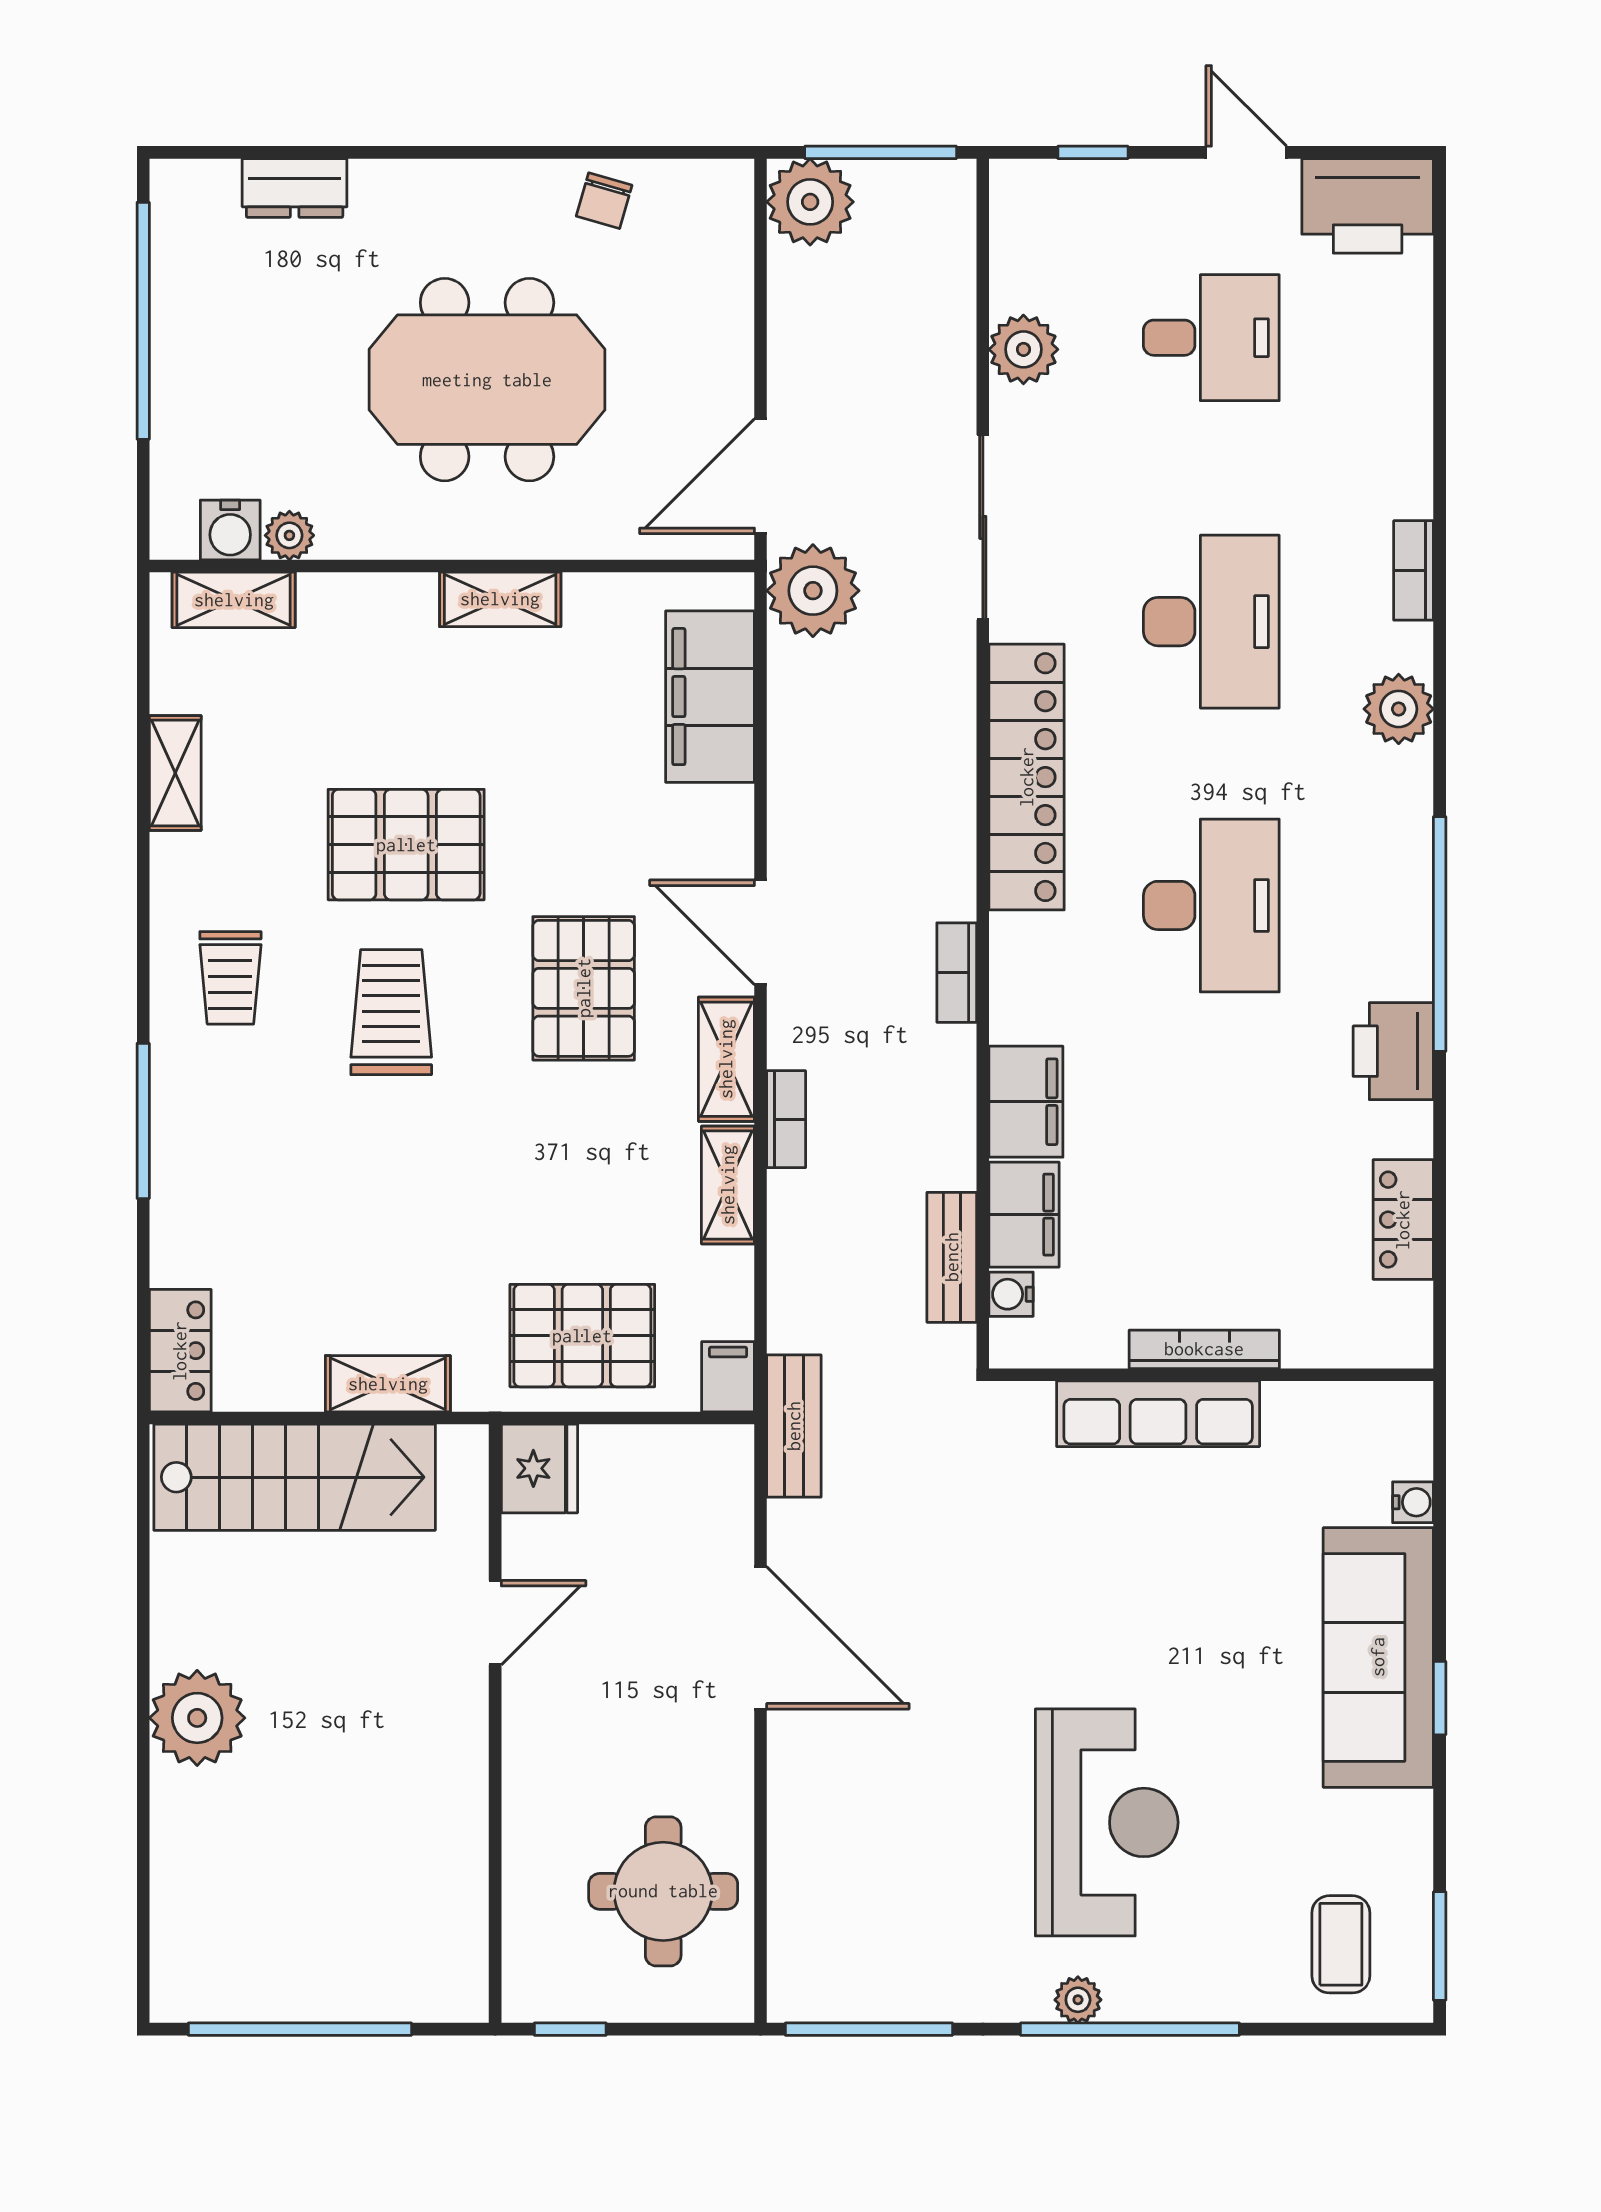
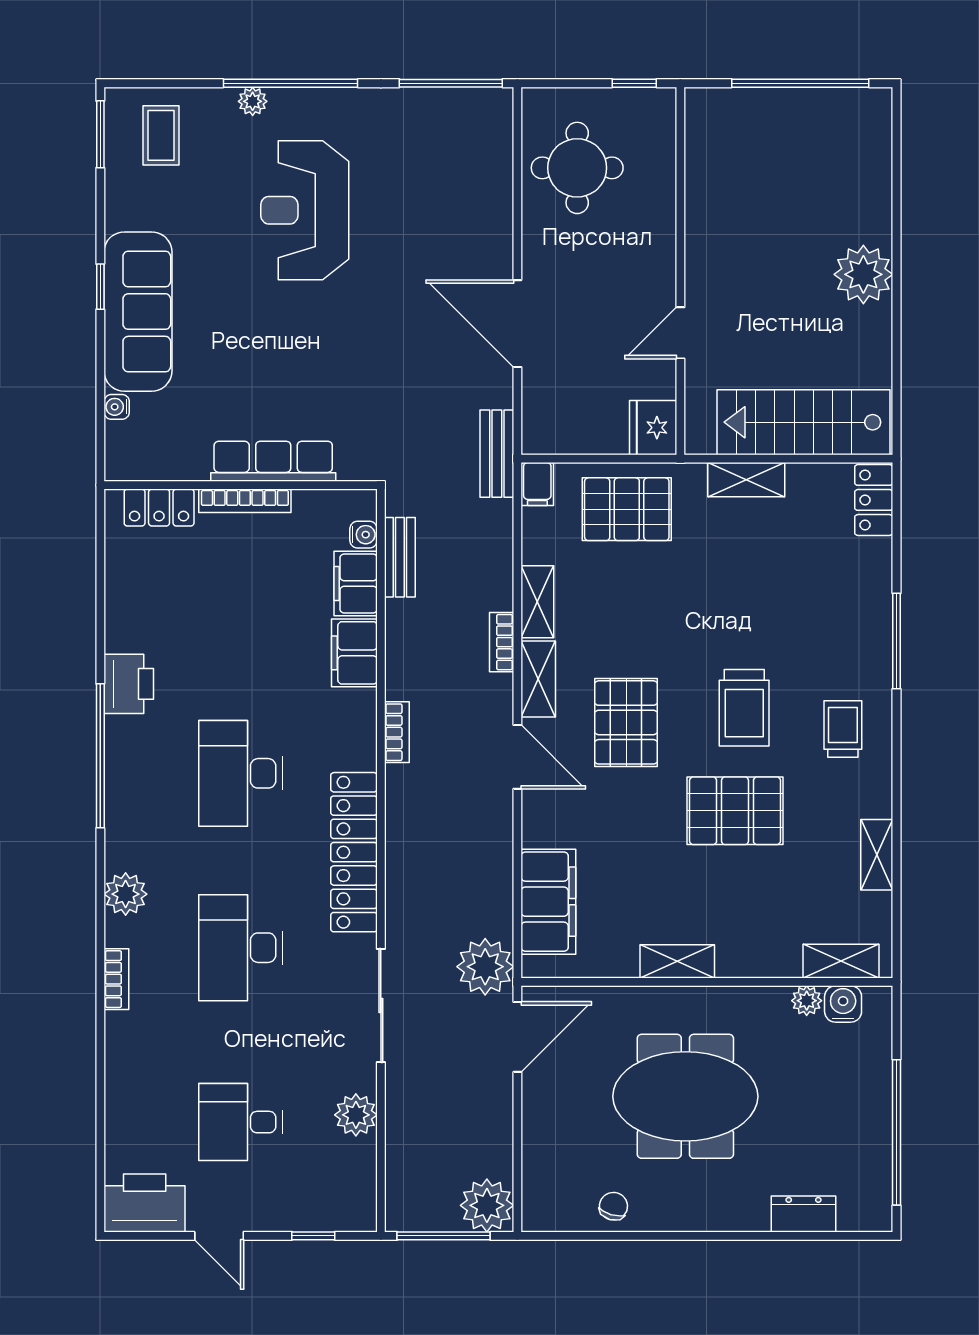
locker: (1403, 1220) -> (159, 508), moved, turned 90
plant: (1078, 2000) -> (253, 101), moved

